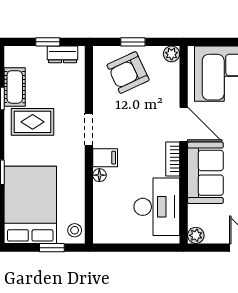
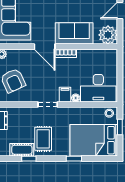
door: (184, 124) -> (45, 47), swing flipped
desk: (157, 207) -> (98, 88), moved, turned 180
plant: (196, 235) -> (108, 35), width x1.88, depth x1.88

